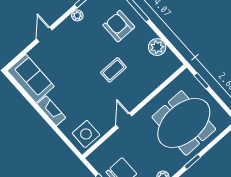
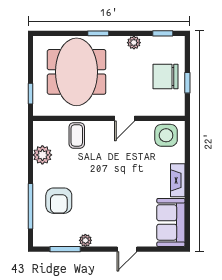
coffee table: (113, 70) -> (77, 135), moved, turned 90
meeting table: (184, 123) -> (77, 72), turned 90

